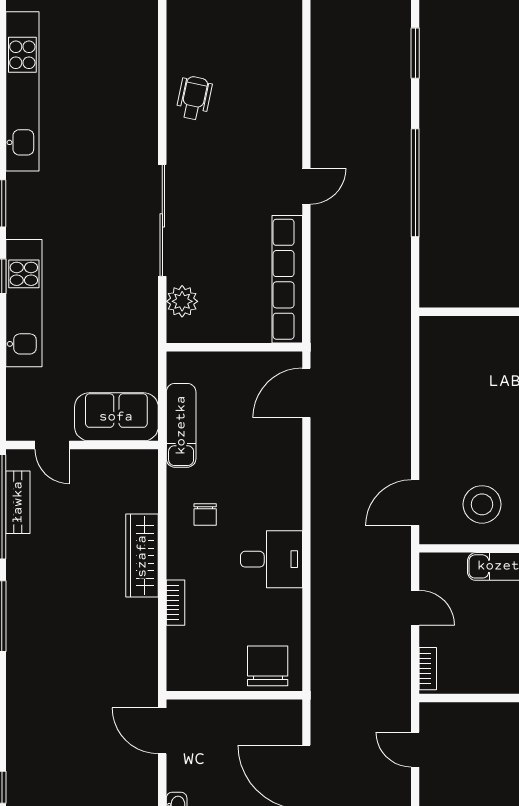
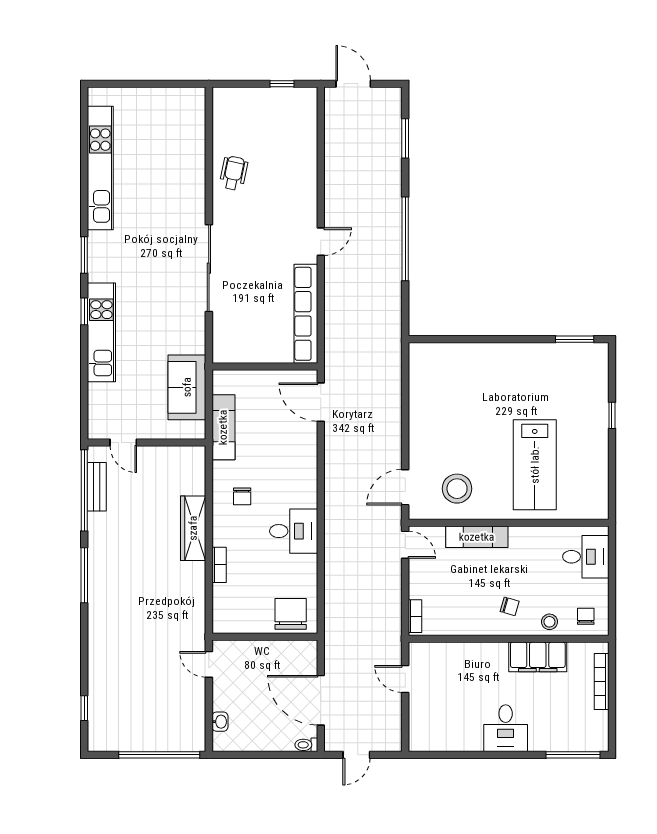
plant: (182, 301) -> (224, 331), removed
door: (306, 393) -> (321, 402), hinge flipped
sofa: (116, 417) -> (187, 387), moved, turned -90
door: (415, 608) -> (405, 545), moved
door: (162, 731) -> (209, 664), width x0.73

